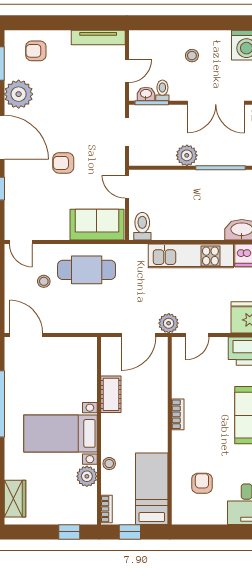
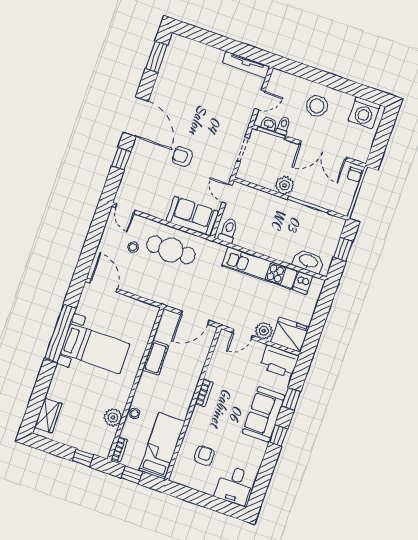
armchair: (36, 51) -> (192, 58), removed
stool: (192, 56) -> (317, 106), width x1.89, depth x1.89
plant: (19, 94) -> (165, 88), removed
plant: (169, 323) -> (264, 331), moved
bed with nightstands: (60, 433) -> (95, 349), moved, turned 180

